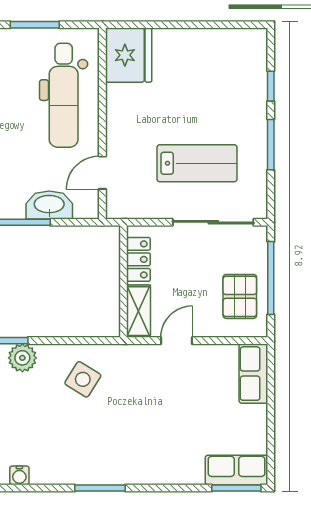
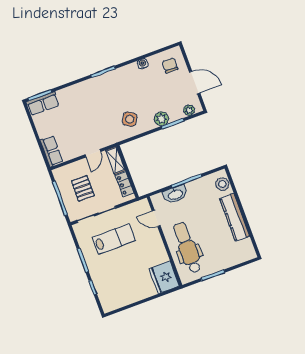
lab bench: (197, 163) -> (114, 239), turned 180
door: (102, 173) -> (156, 218), swing flipped
pallet: (240, 296) -> (83, 188), moved

